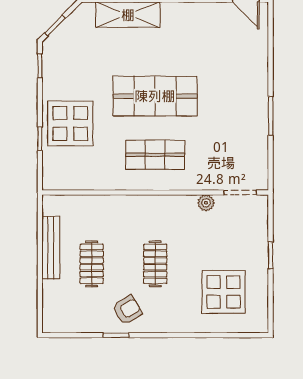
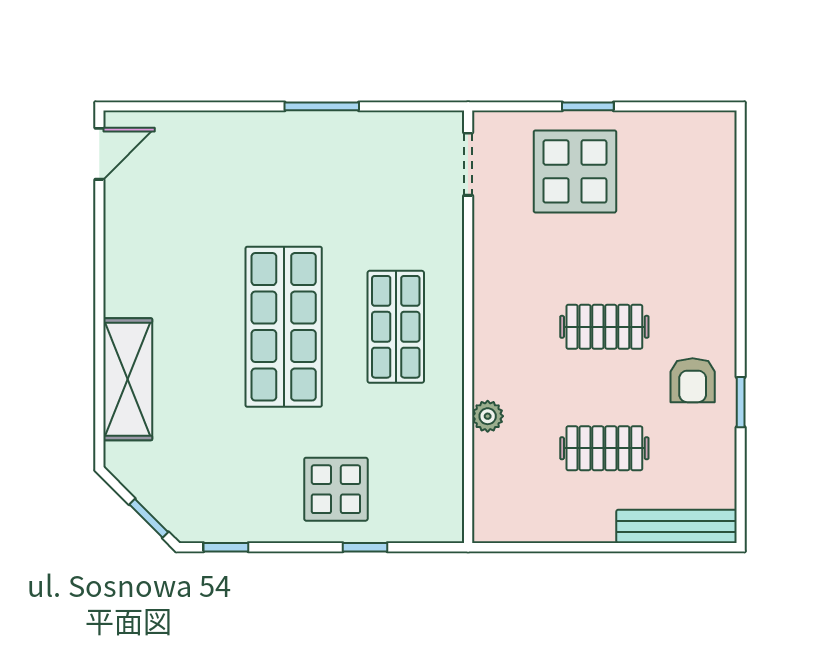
display table: (70, 123) -> (336, 489), width x0.73, depth x0.73
plant: (206, 203) -> (488, 416), moved
bench: (51, 248) -> (677, 526), moved
display table: (223, 292) -> (575, 171), moved
armchair: (127, 310) -> (693, 380), turned -148

